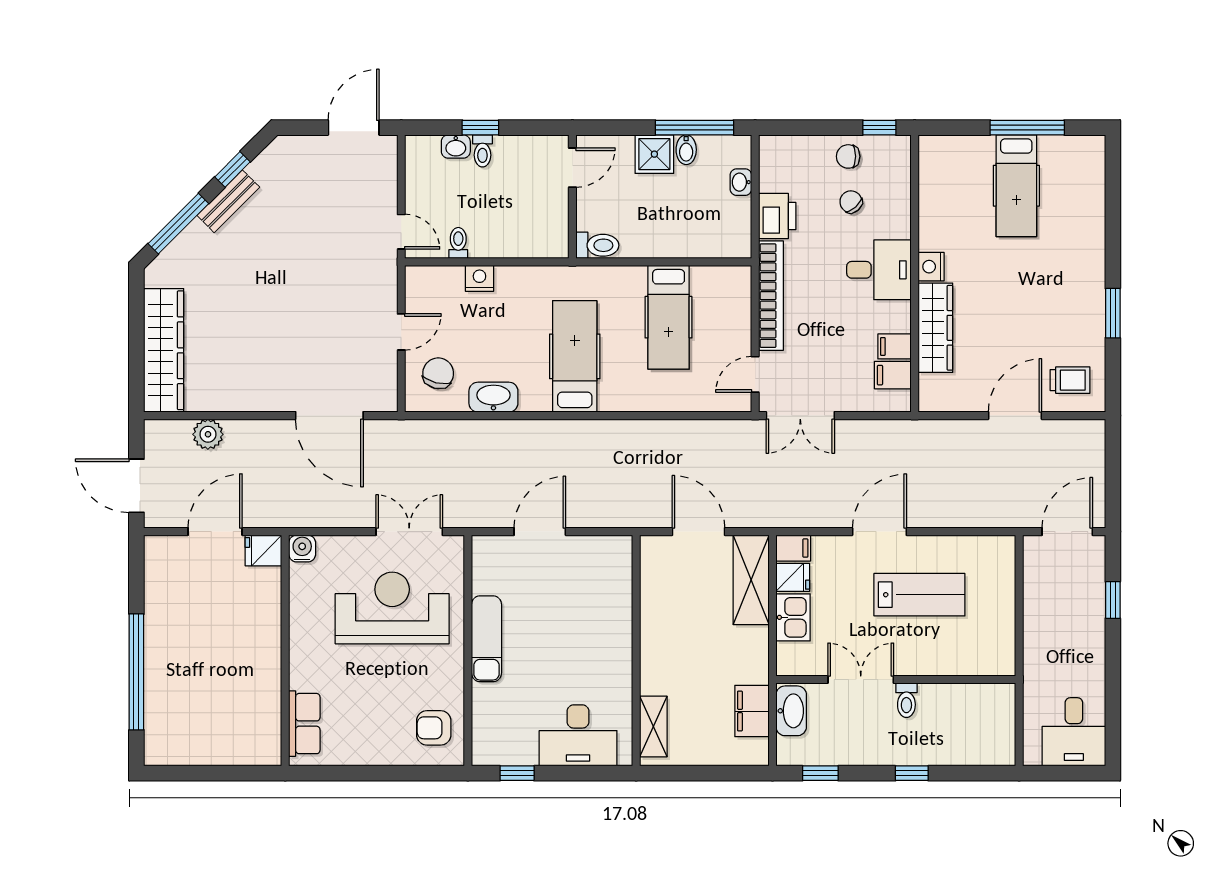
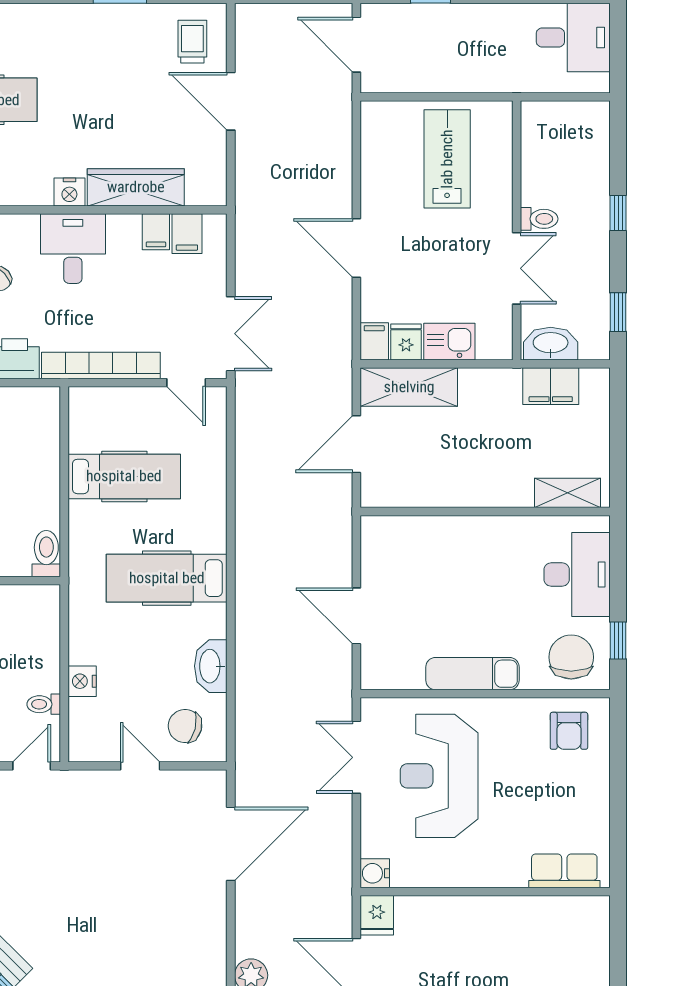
lab bench: (919, 595) -> (447, 159), moved
double door: (861, 680) -> (517, 268), swing flipped
chair: (502, 730) -> (571, 657), added

